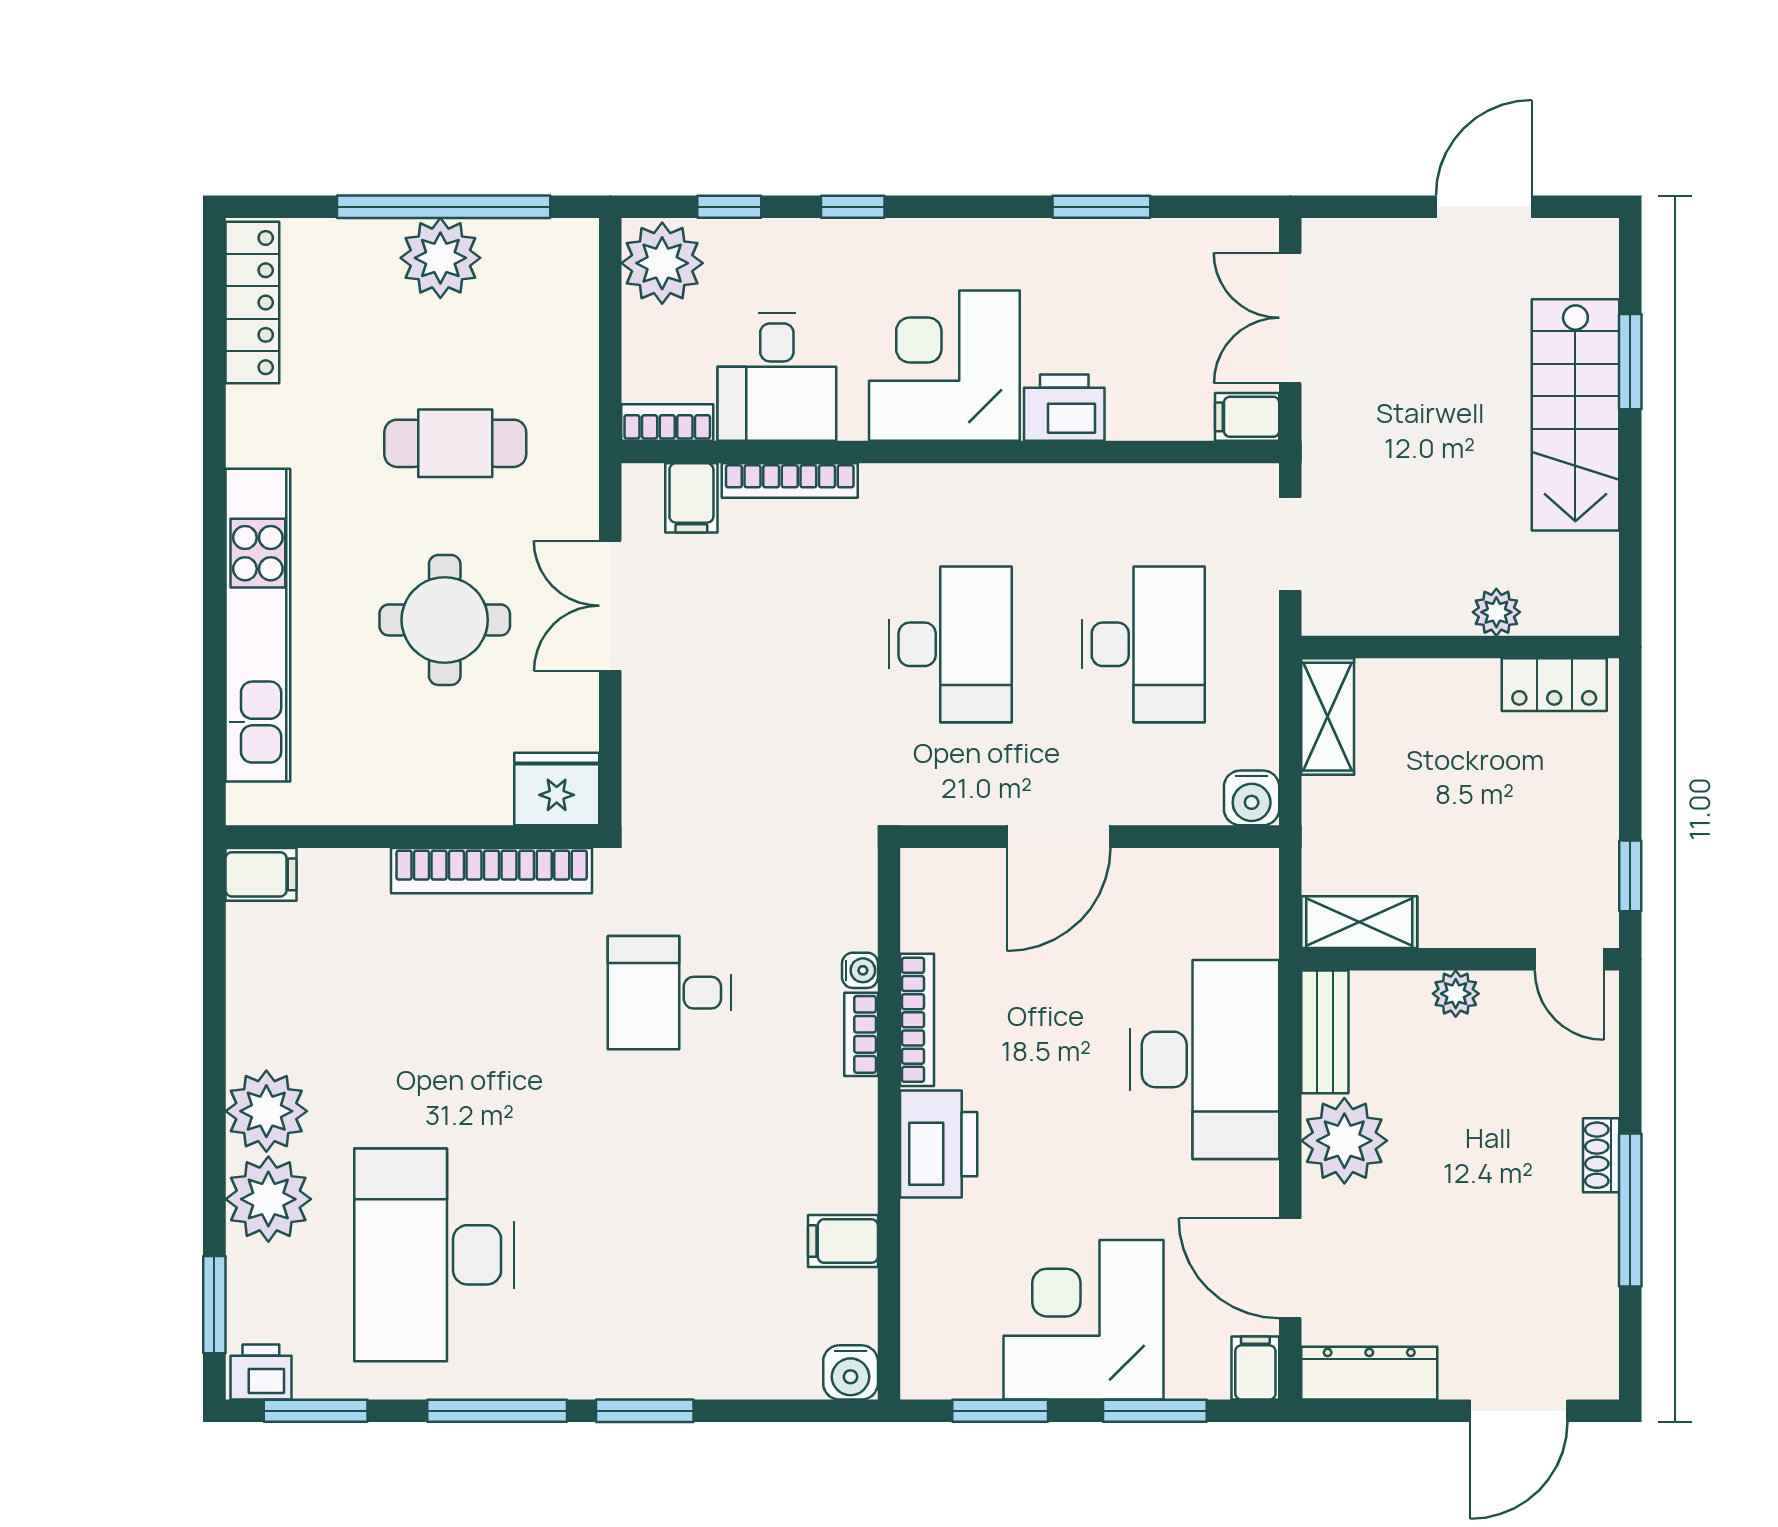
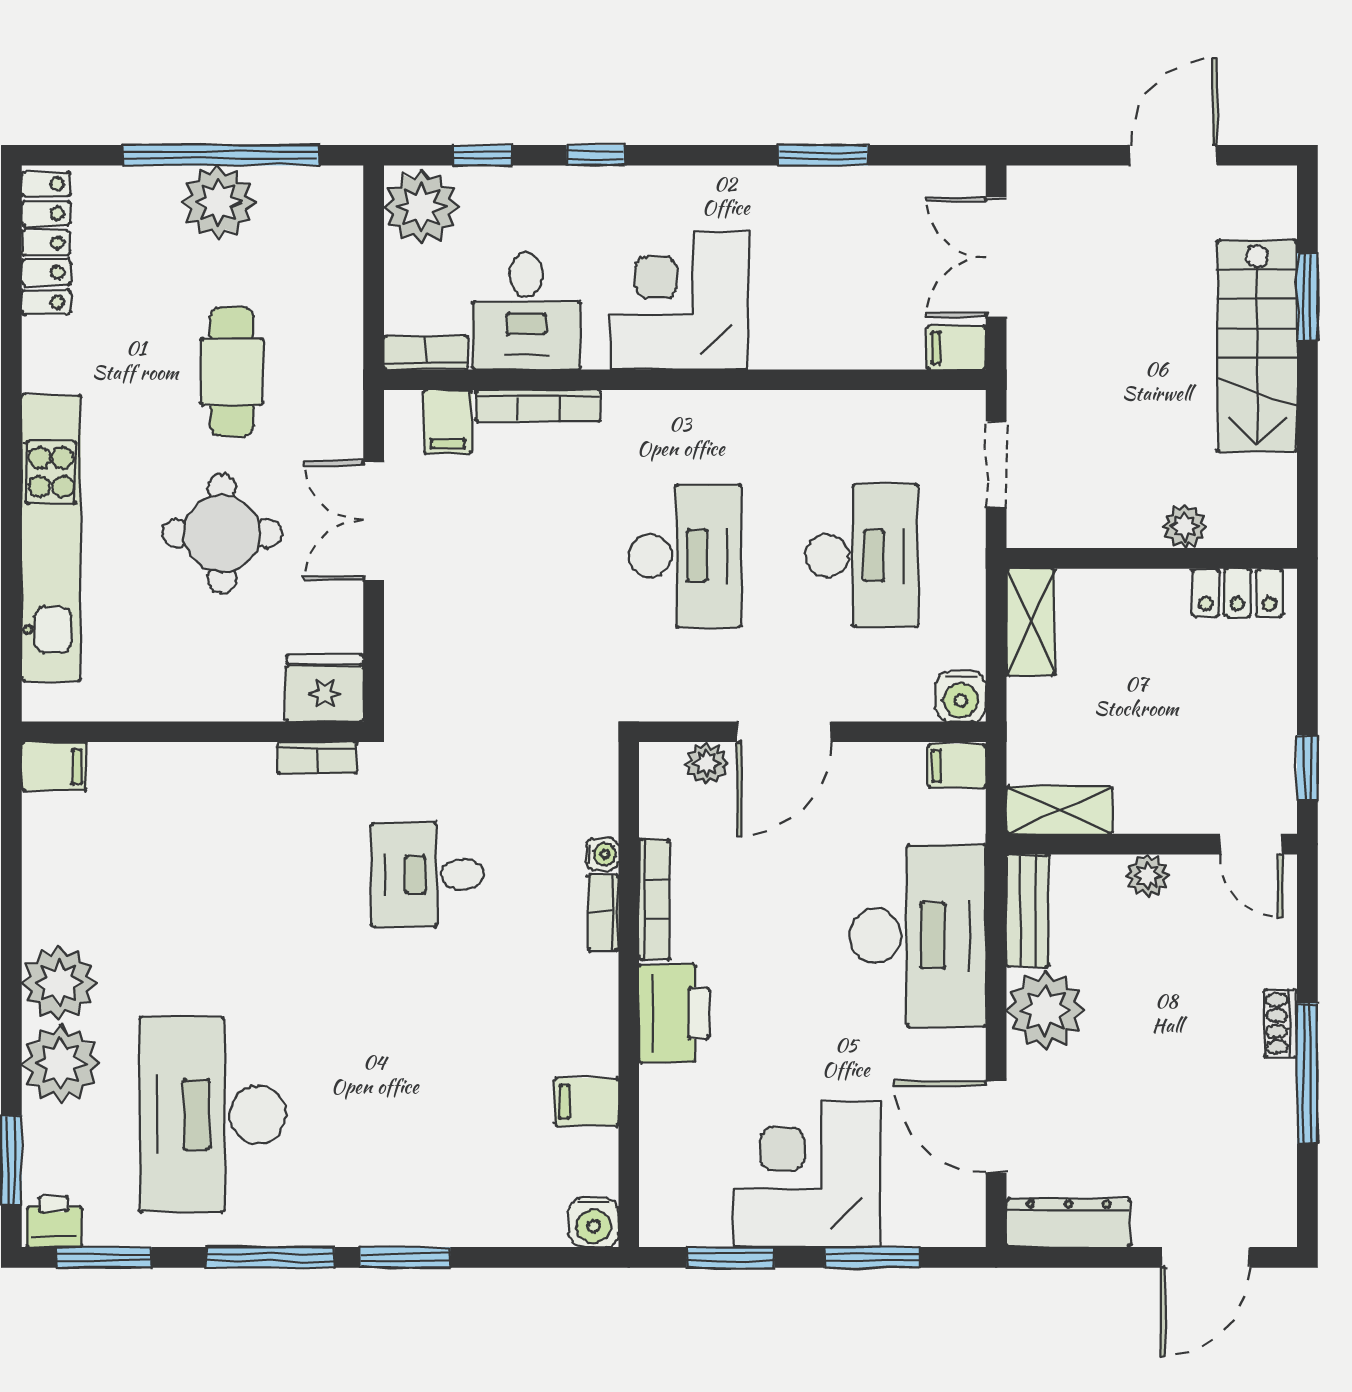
printer: (1064, 408) -> (789, 339), removed
cafe table: (455, 443) -> (232, 372), turned 90
bookcase: (492, 871) -> (317, 758), width x0.43, depth x0.76
plant: (974, 871) -> (707, 763), added
filing cabinet: (1255, 1368) -> (957, 766), moved, turned -90

